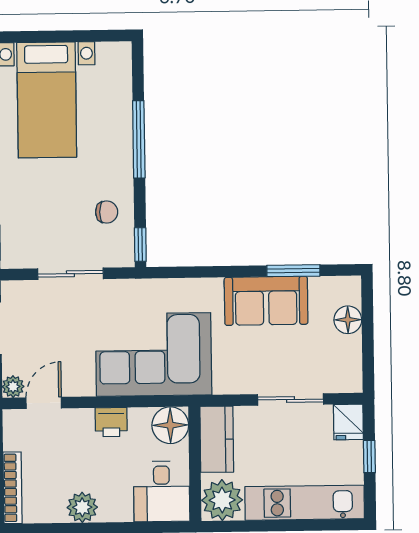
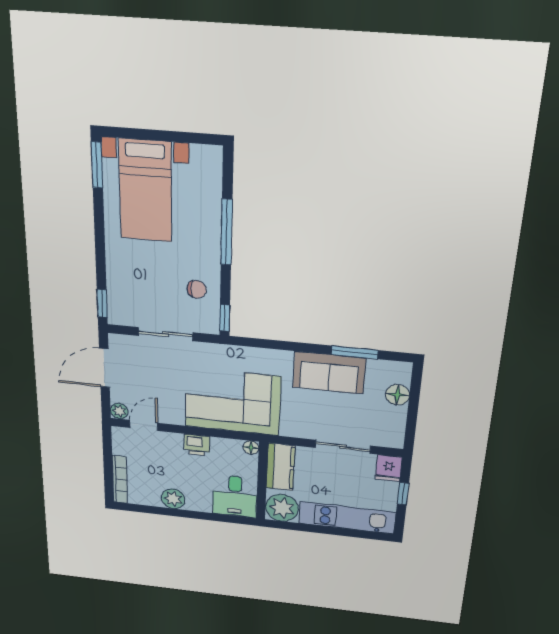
floor lamp: (170, 425) -> (251, 448), width x0.53, depth x0.53

